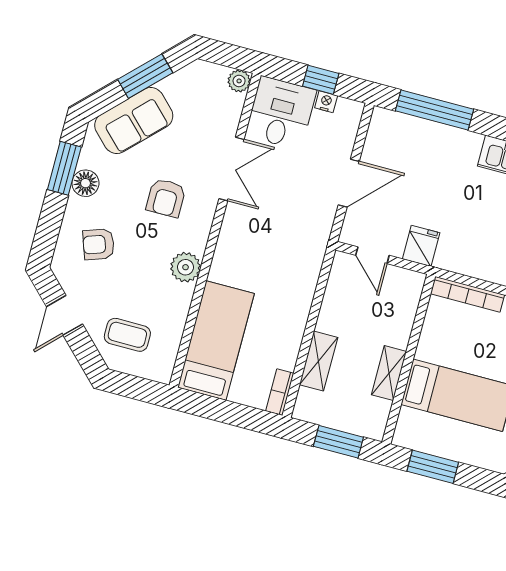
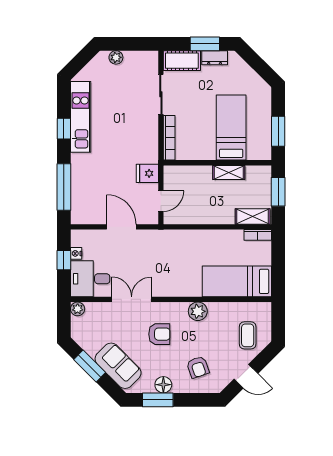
shelving: (319, 361) -> (253, 217), moved

